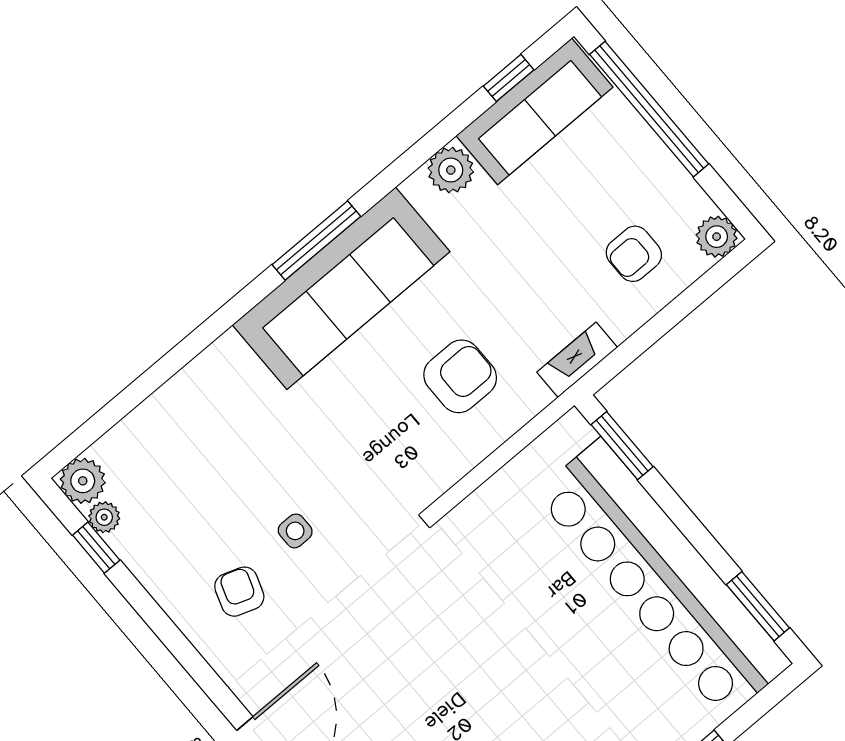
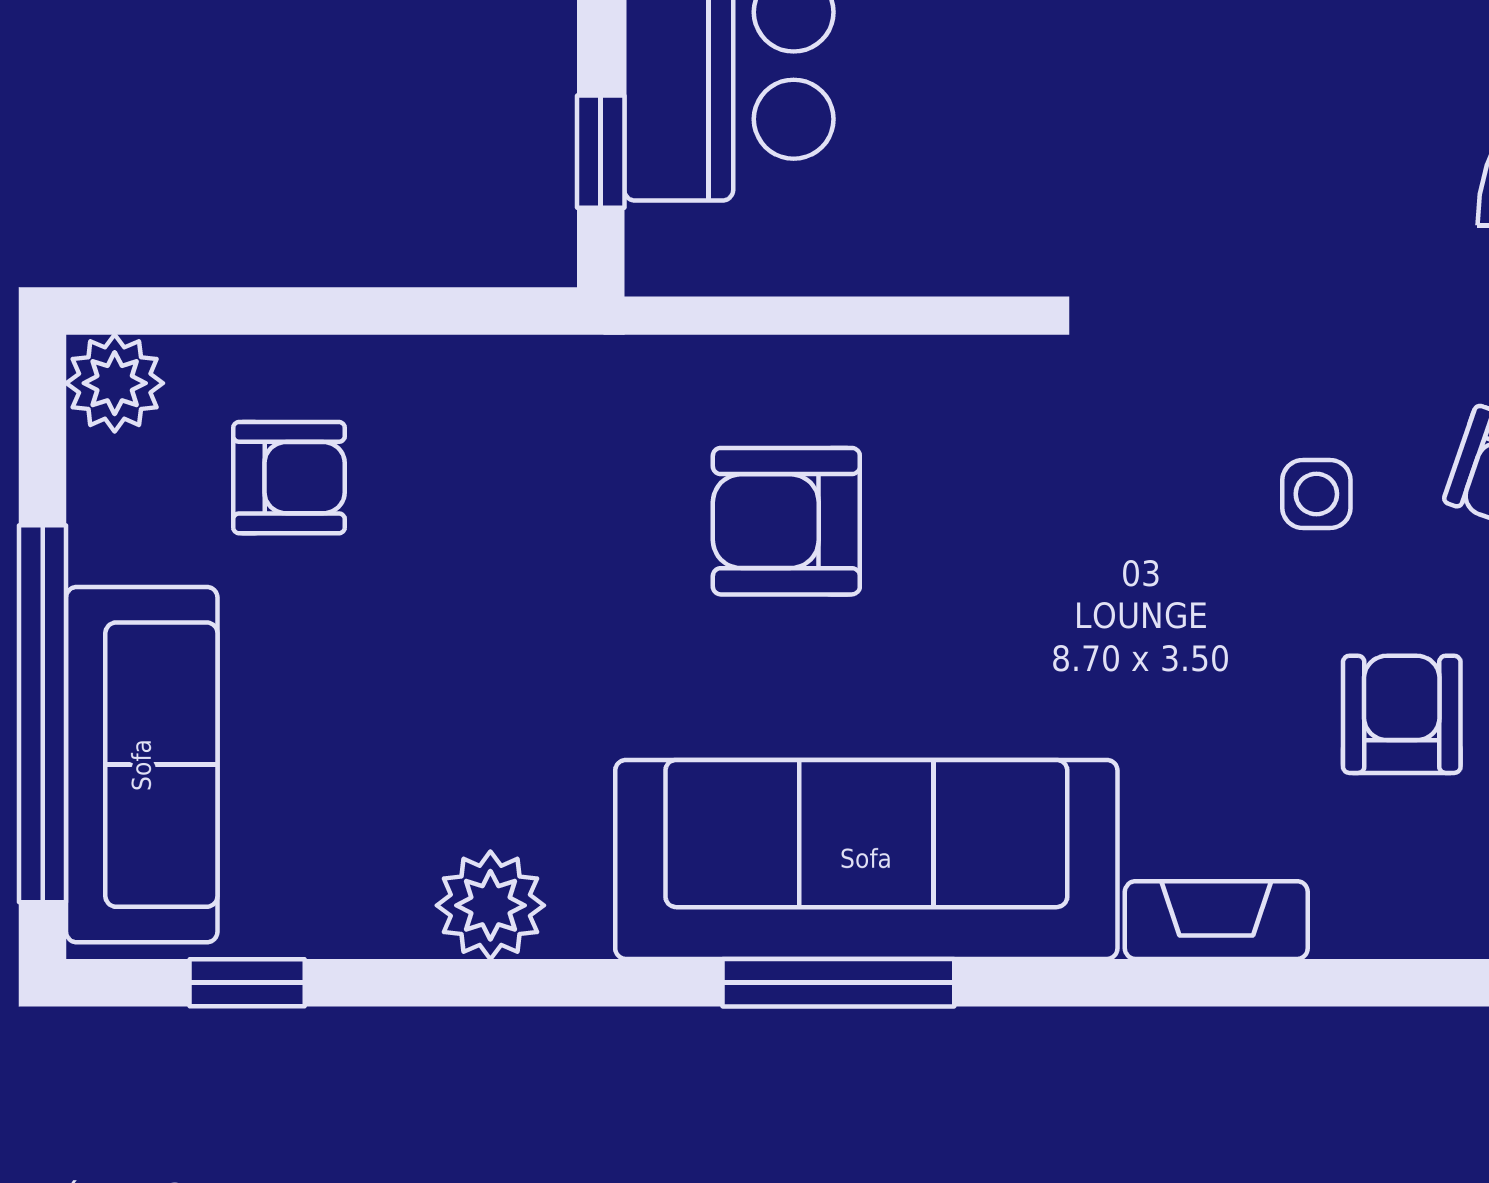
sofa: (535, 111) -> (142, 765), moved, turned 90
fireplace: (577, 360) -> (1216, 920), moved, turned 180
window: (622, 446) -> (601, 152), width x0.67
armchair: (207, 483) -> (1402, 714), added

